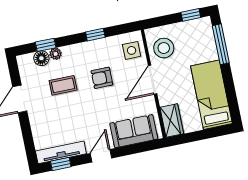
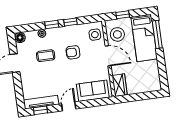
window: (191, 15) -> (123, 15), moved
window: (46, 45) -> (52, 25), moved
floor lamp: (41, 58) -> (20, 38), moved
door: (153, 80) -> (108, 56), swing flipped
bed: (211, 95) -> (144, 38), moved, turned 180

